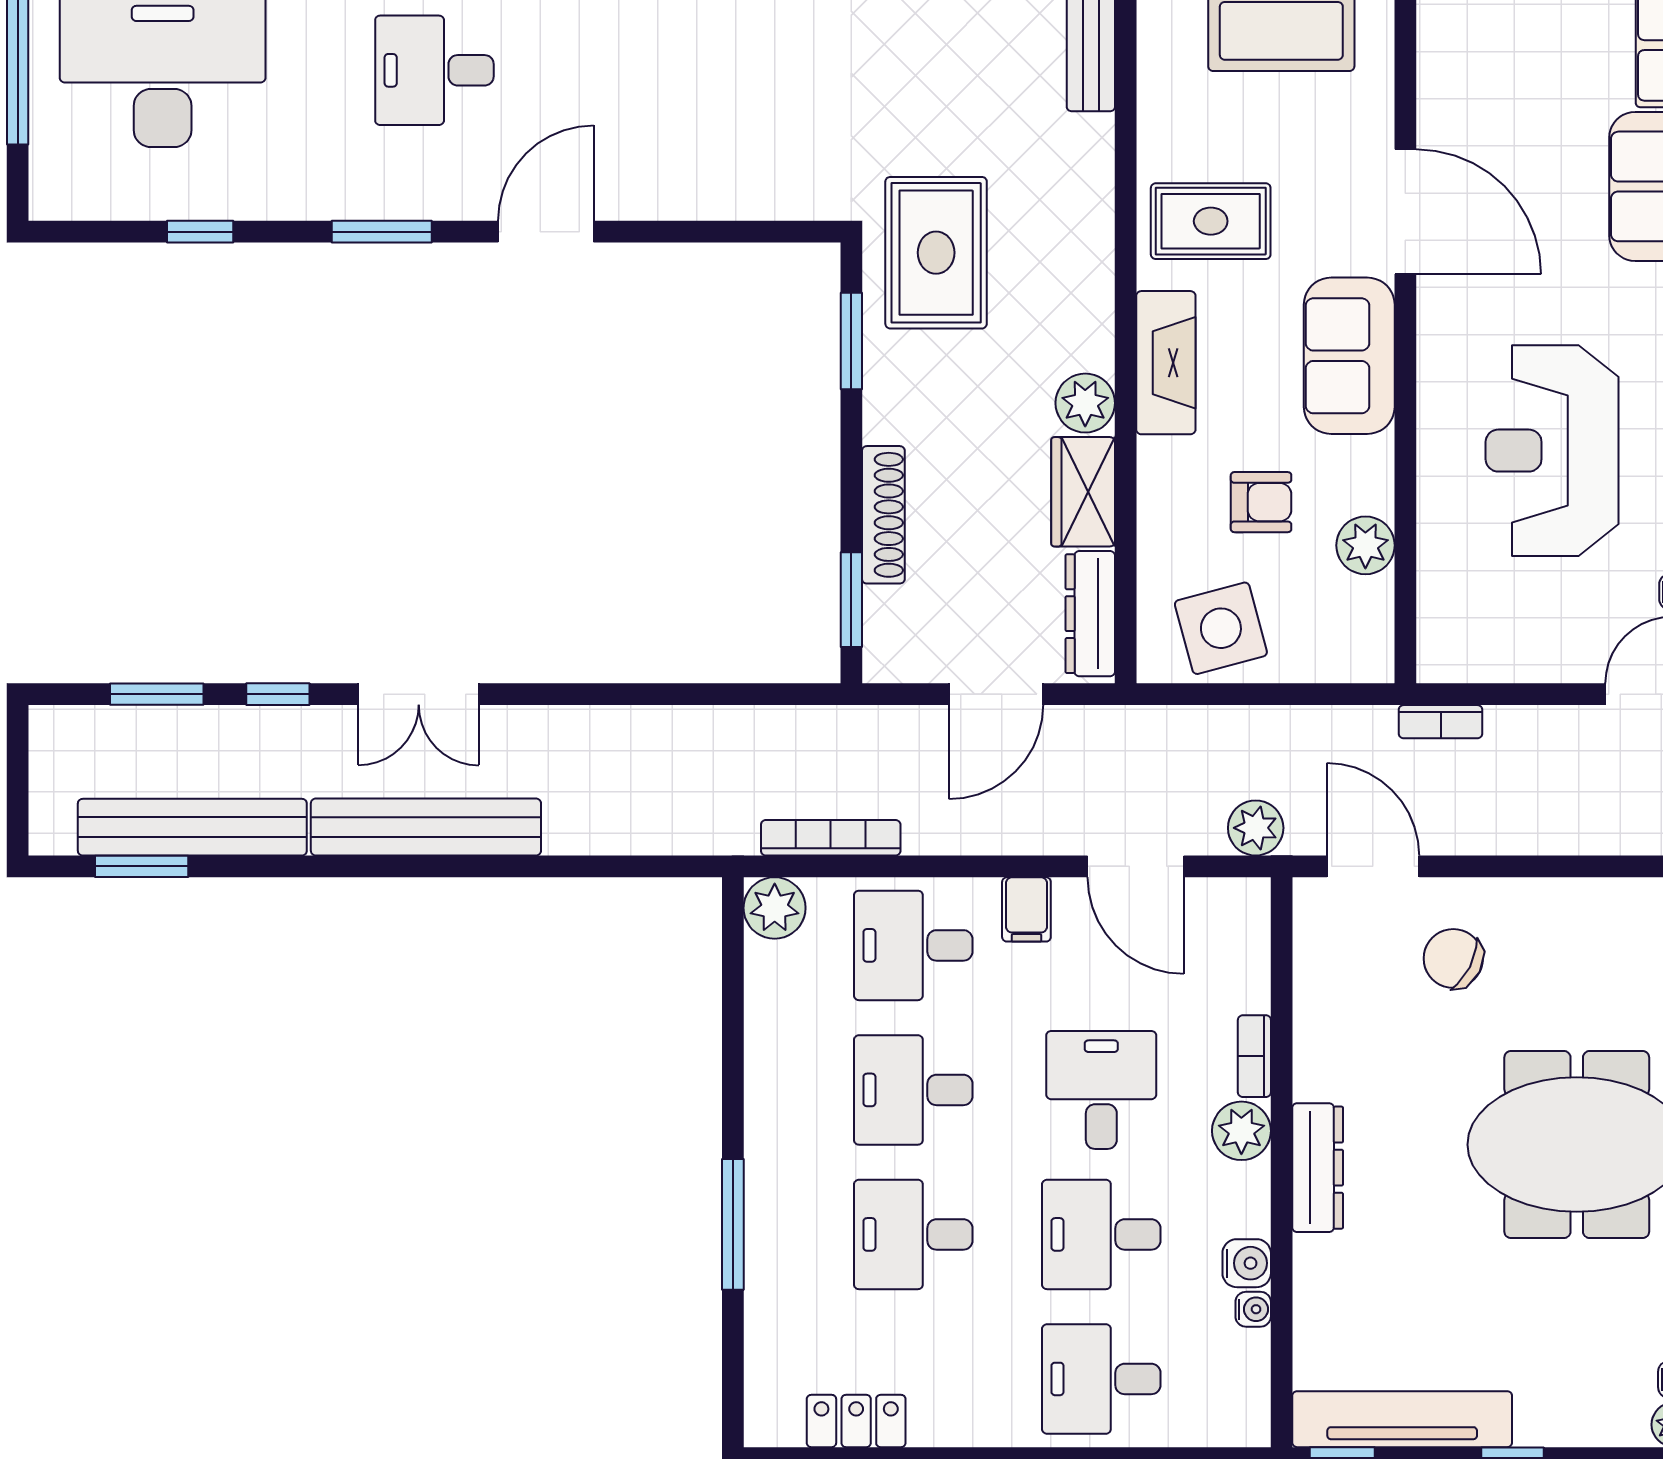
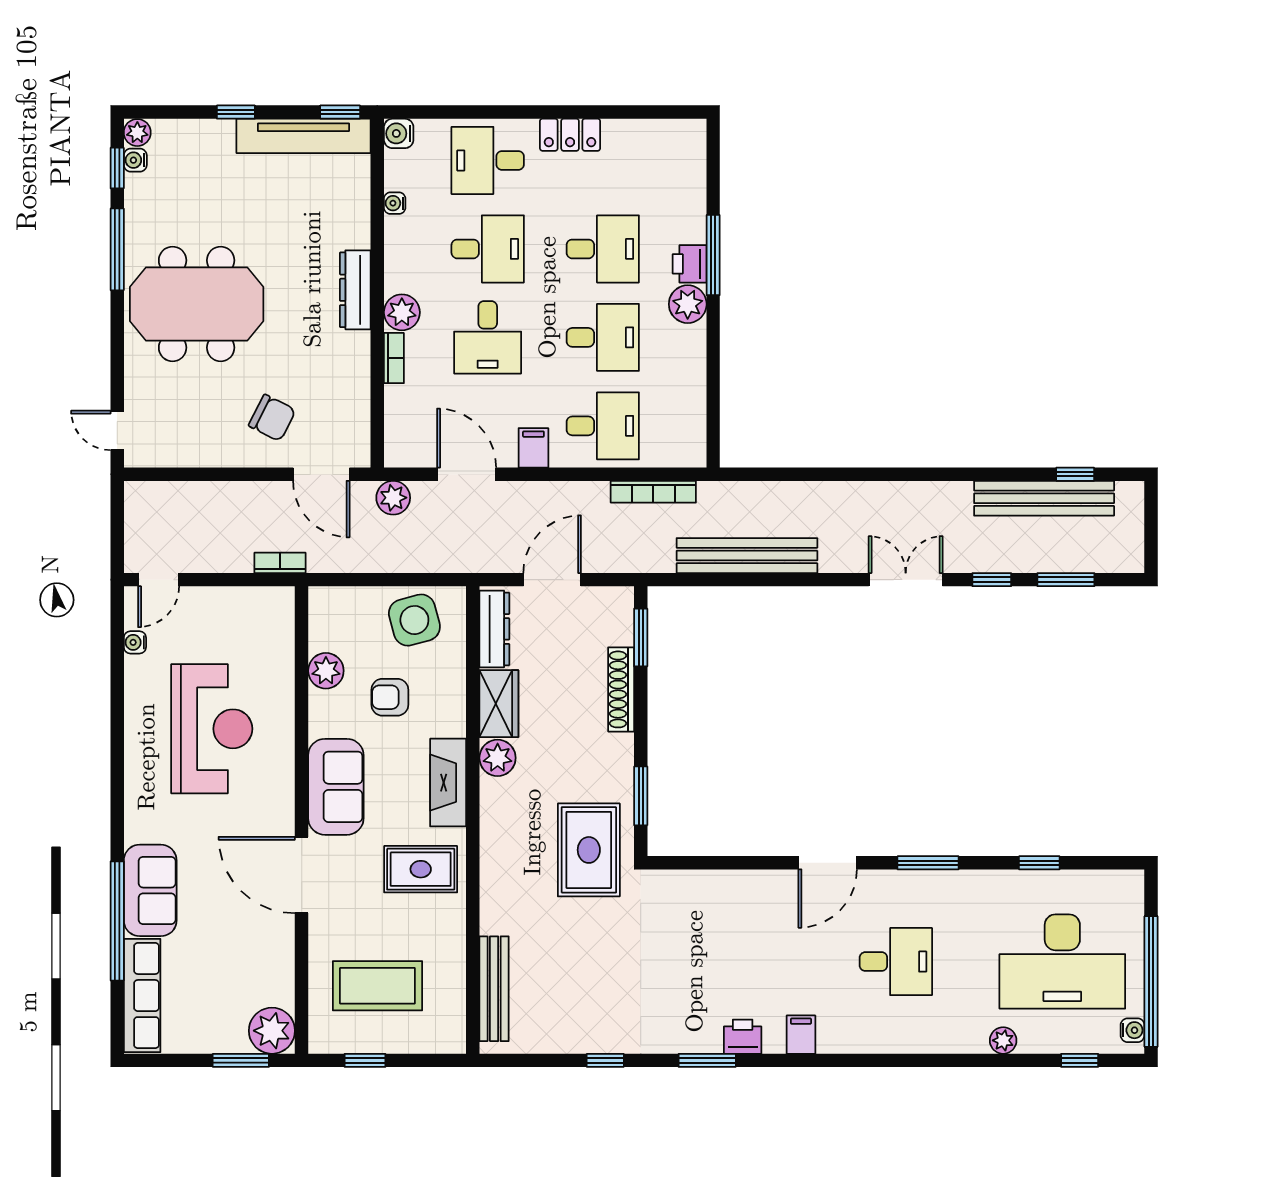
bench: (426, 827) -> (747, 556), moved
window: (142, 866) -> (1075, 474), width x0.67
plant: (775, 908) -> (688, 304), moved
printer: (771, 1210) -> (690, 264), added
water cooler: (1247, 1263) -> (399, 133), moved
desk: (1101, 1379) -> (488, 160), turned 180
locker: (856, 1421) -> (570, 135), moved

